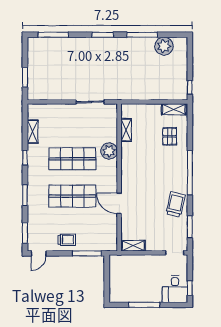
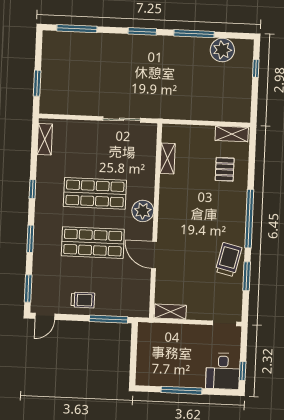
window: (190, 87) -> (256, 68), moved
shelving: (33, 132) -> (45, 139), moved
plant: (109, 151) -> (143, 211), moved
window: (190, 227) -> (247, 276), moved

